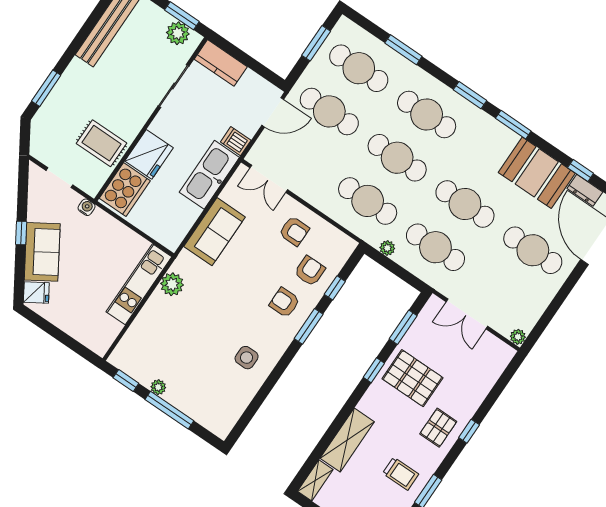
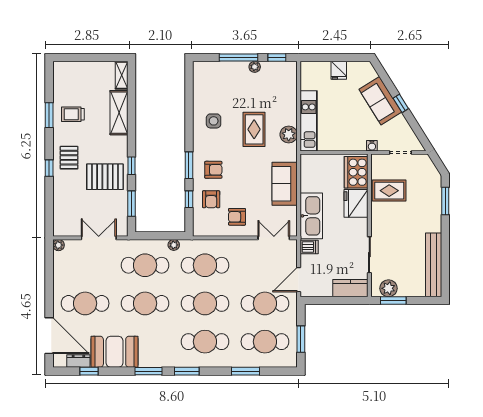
fridge: (36, 293) -> (339, 70), moved, turned -58
rug: (207, 317) -> (254, 129), added

